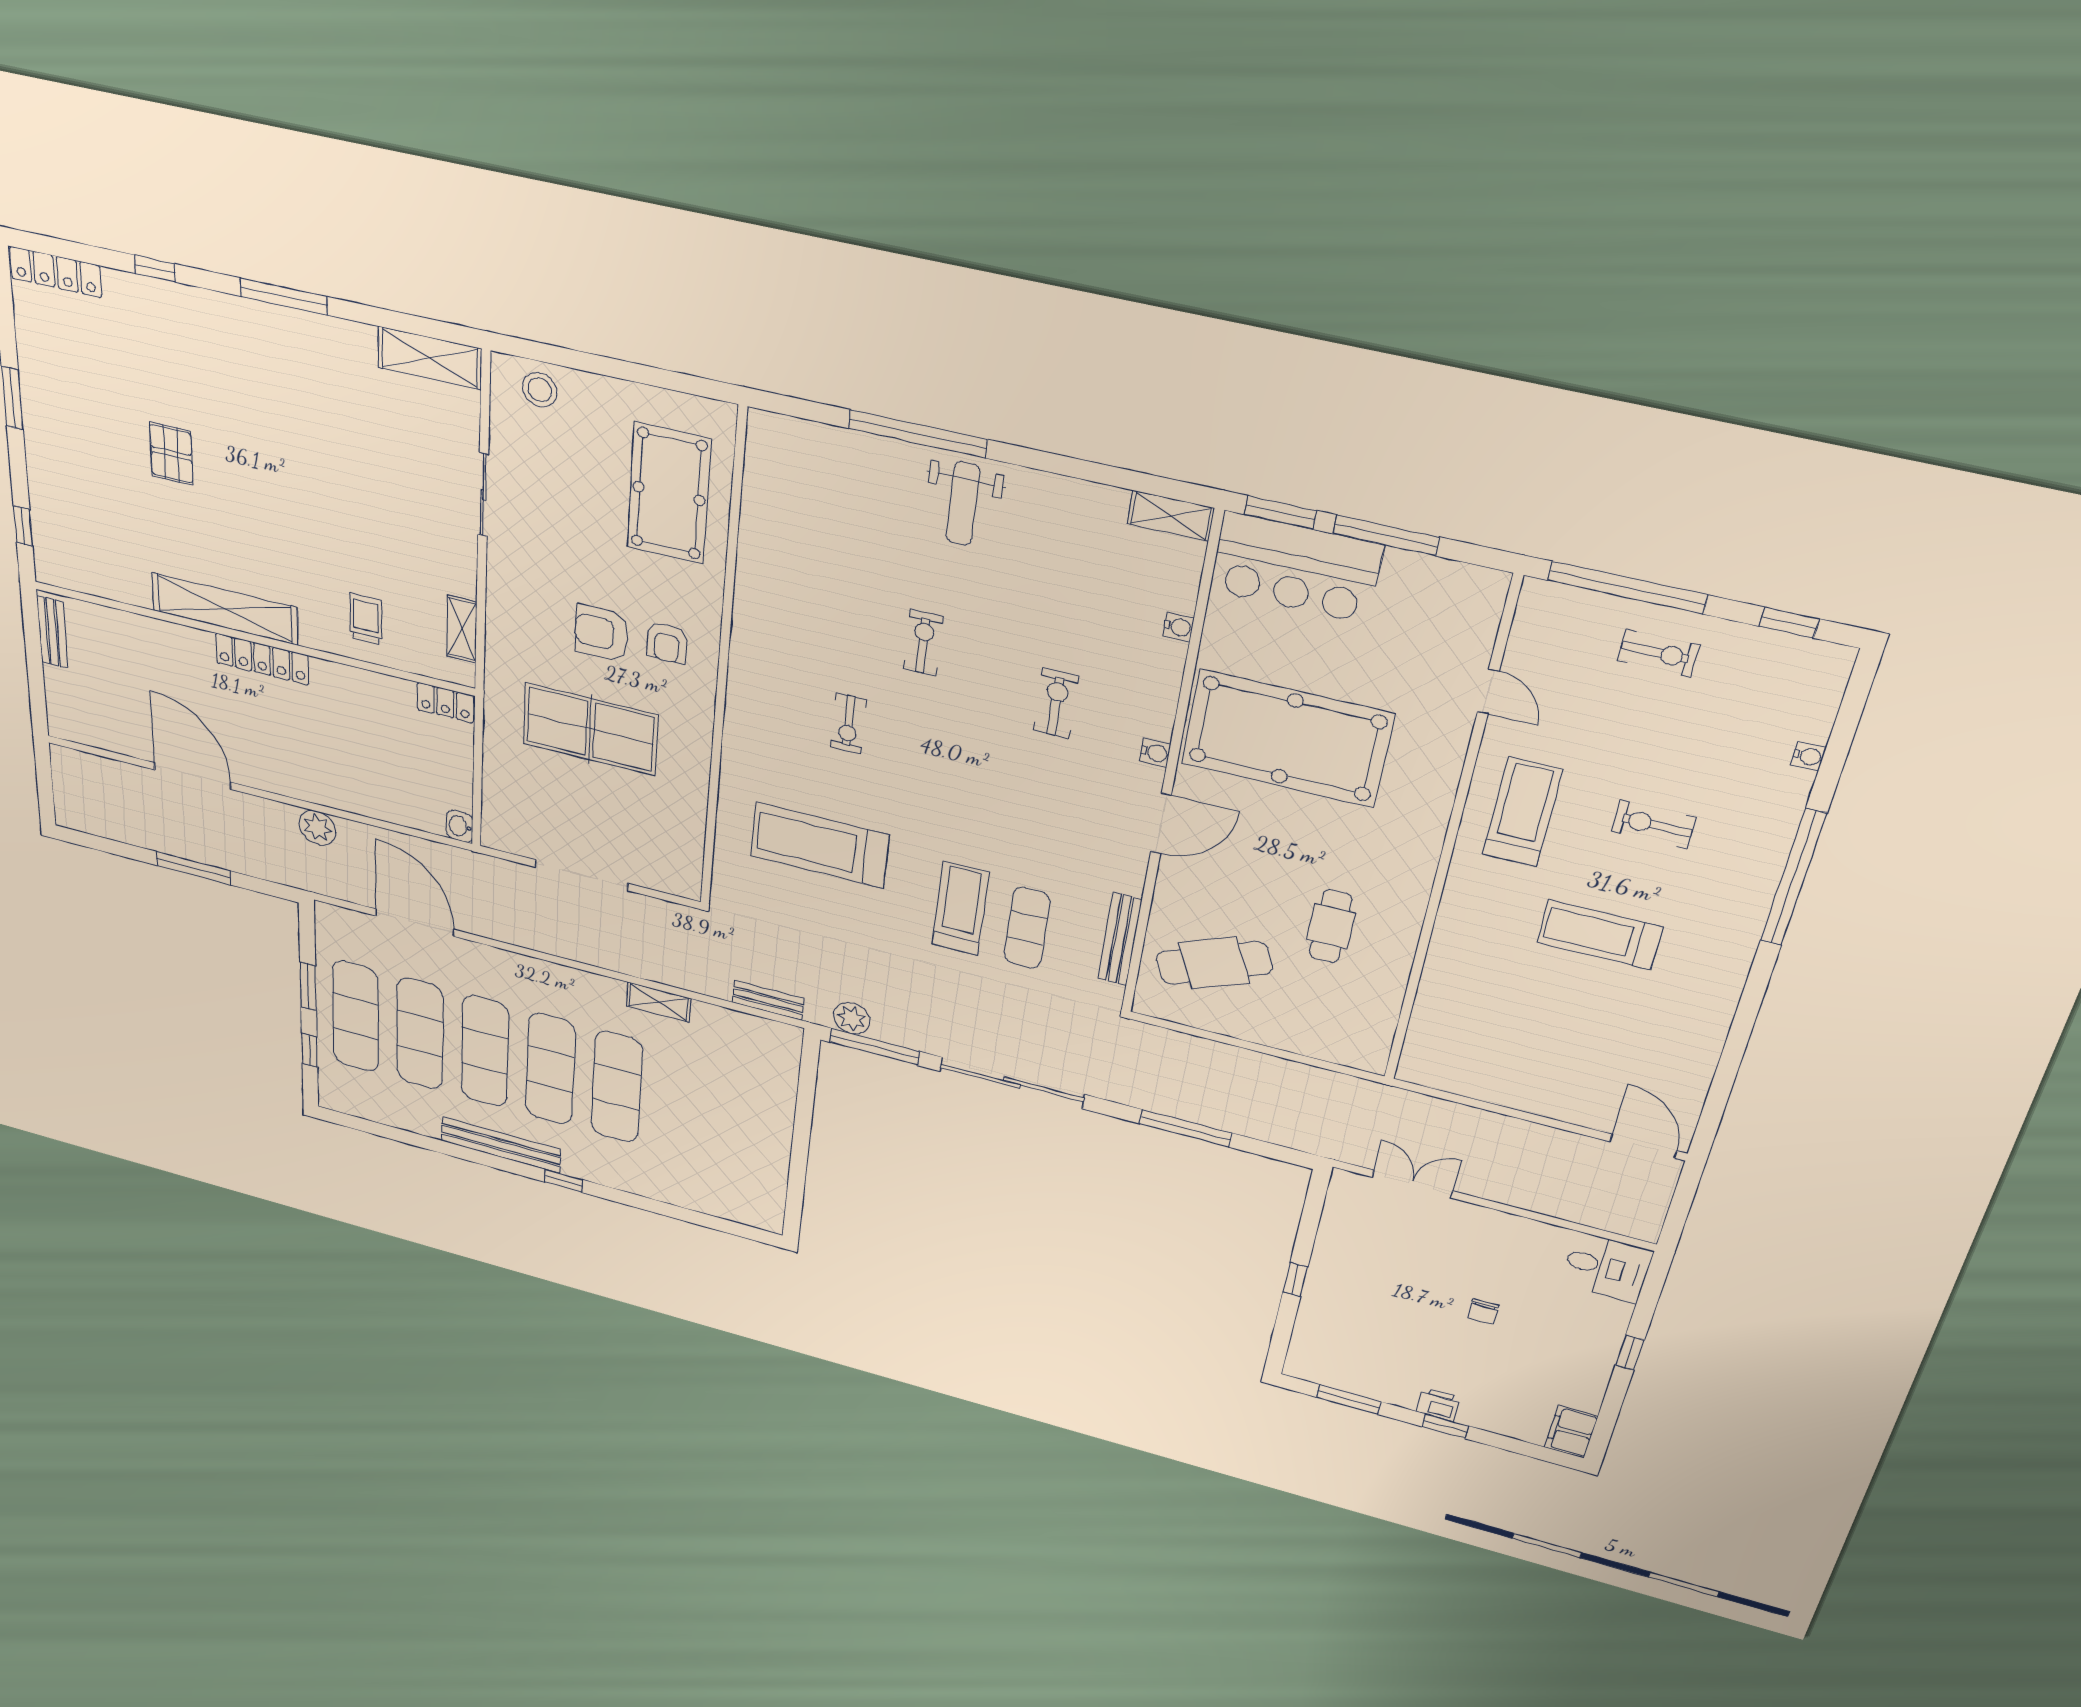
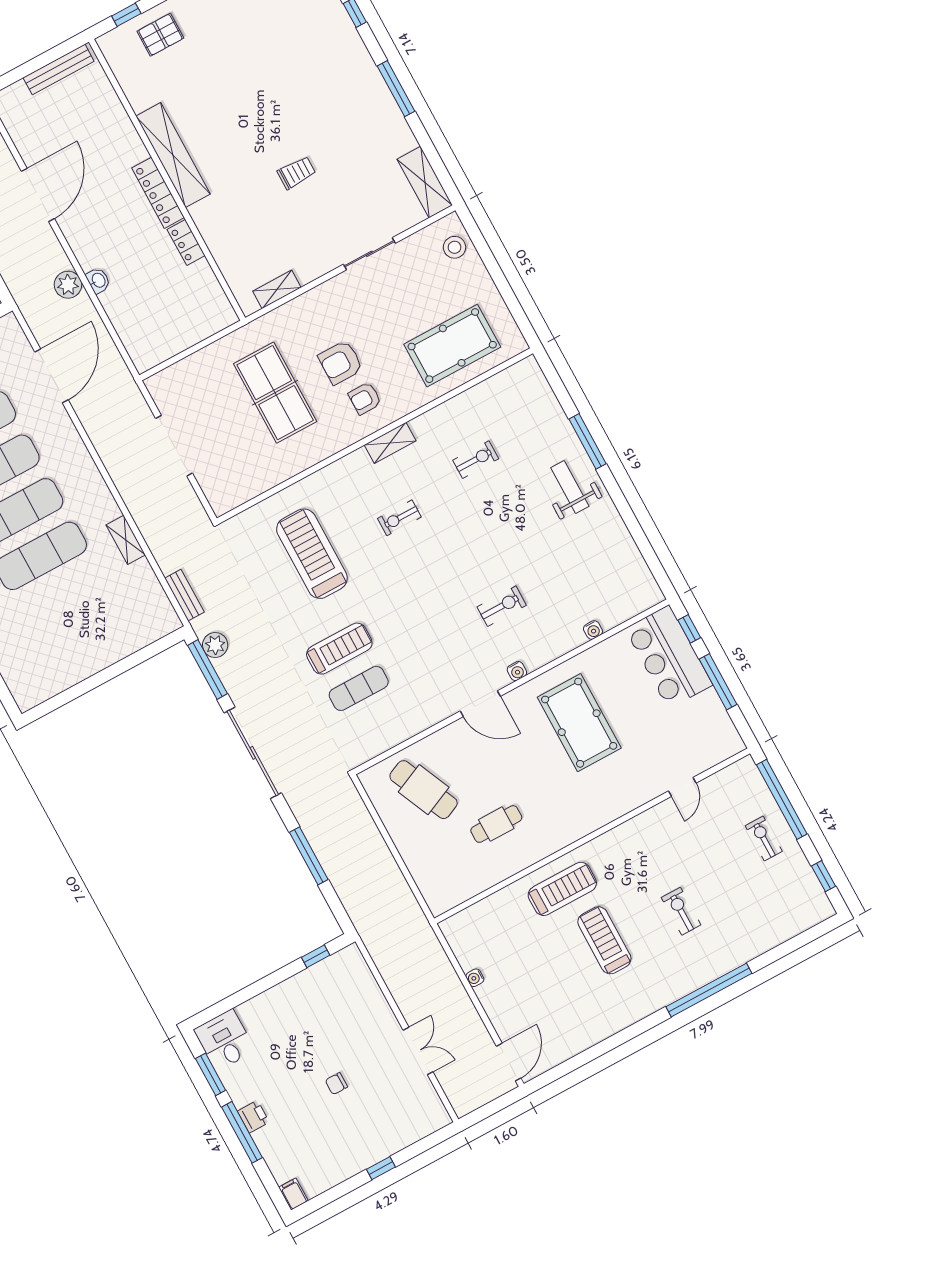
window: (918, 434) -> (587, 441), width x0.68
pallet: (171, 454) -> (160, 35), moved
weight bench: (963, 503) -> (570, 487), turned 90
window: (1280, 512) -> (689, 629), width x0.67
shelving: (1171, 516) -> (390, 443), moved, turned 90
trolley: (366, 619) -> (296, 173), moved
bench: (52, 632) -> (59, 69), width x1.36
armchair: (602, 633) -> (340, 362), turned -90
exercise bike: (923, 643) -> (476, 460), moved
exercise bike: (1658, 653) -> (764, 839), turned 180
locker: (445, 703) -> (186, 242), moved
pool table: (1287, 739) -> (579, 723), width x0.73, depth x0.76
water cooler: (1808, 756) -> (475, 978), moved, turned 90
treadmill: (1522, 812) -> (562, 889), moved
washbasin: (460, 826) -> (98, 280), moved, turned 90
bench: (1120, 939) -> (395, 736), removed
double door: (1412, 1184) -> (418, 1051), moved
desk: (1607, 1268) -> (224, 1040), moved, turned 180
window: (1295, 1280) -> (316, 956), moved
window: (1445, 1426) -> (242, 1132), width x2.17
filing cabinet: (1571, 1432) -> (293, 1194), width x0.50

